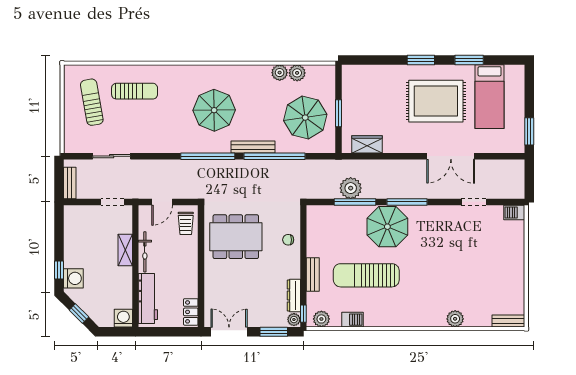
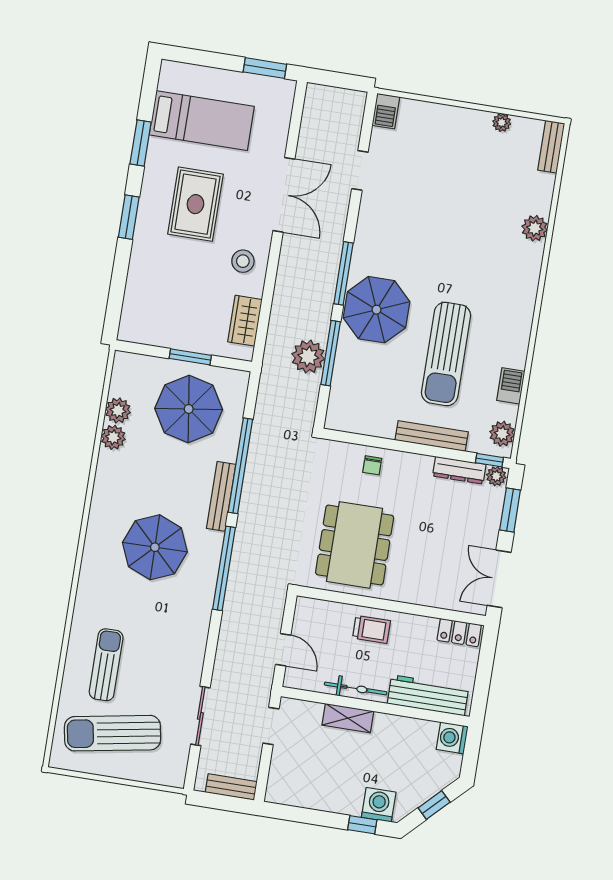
rug: (436, 101) -> (195, 204), width x0.73, depth x0.69
sun lounger: (92, 102) -> (112, 733), width x1.36, depth x1.34
stool: (405, 137) -> (243, 261), added
trolley: (186, 223) -> (371, 629), moved
bench: (313, 274) -> (432, 436), width x1.36
plant: (519, 287) -> (502, 123), added

